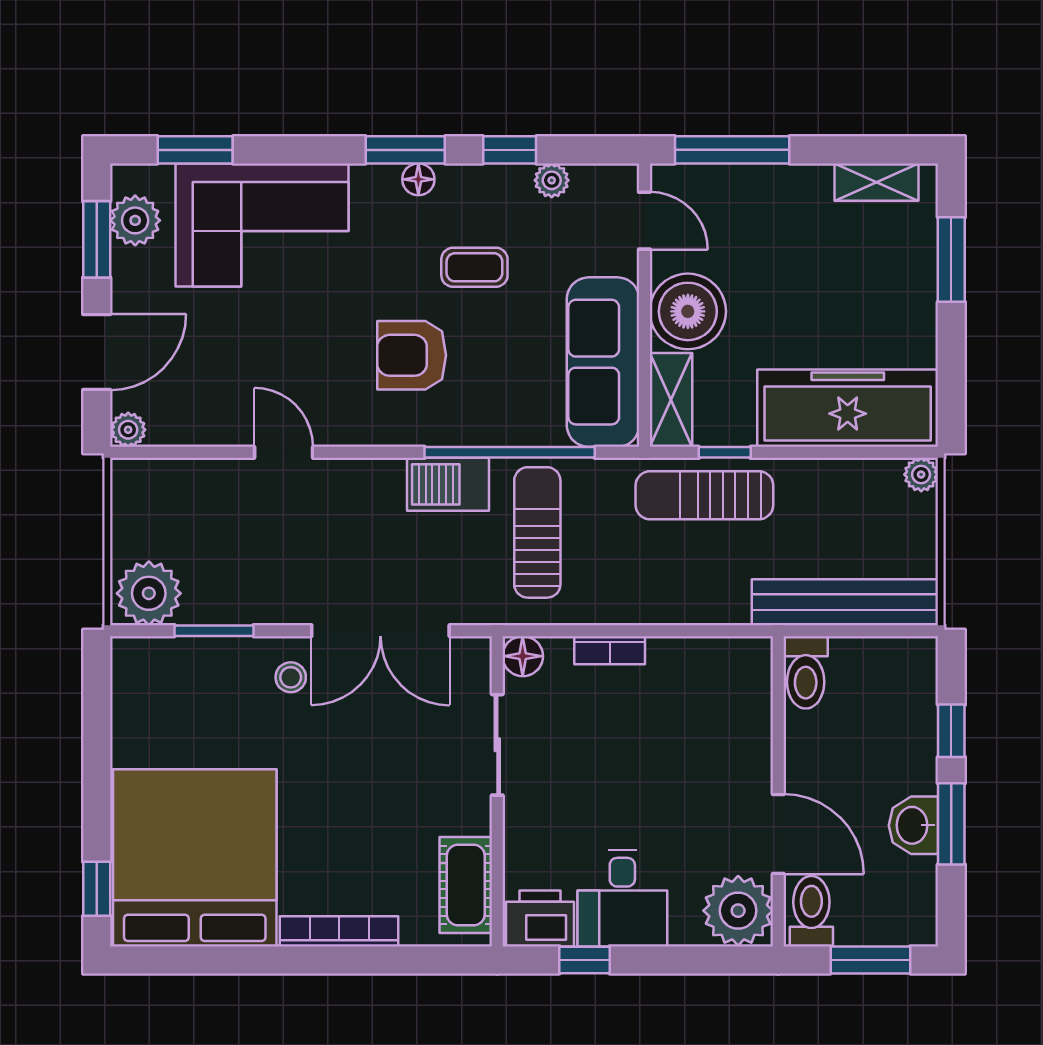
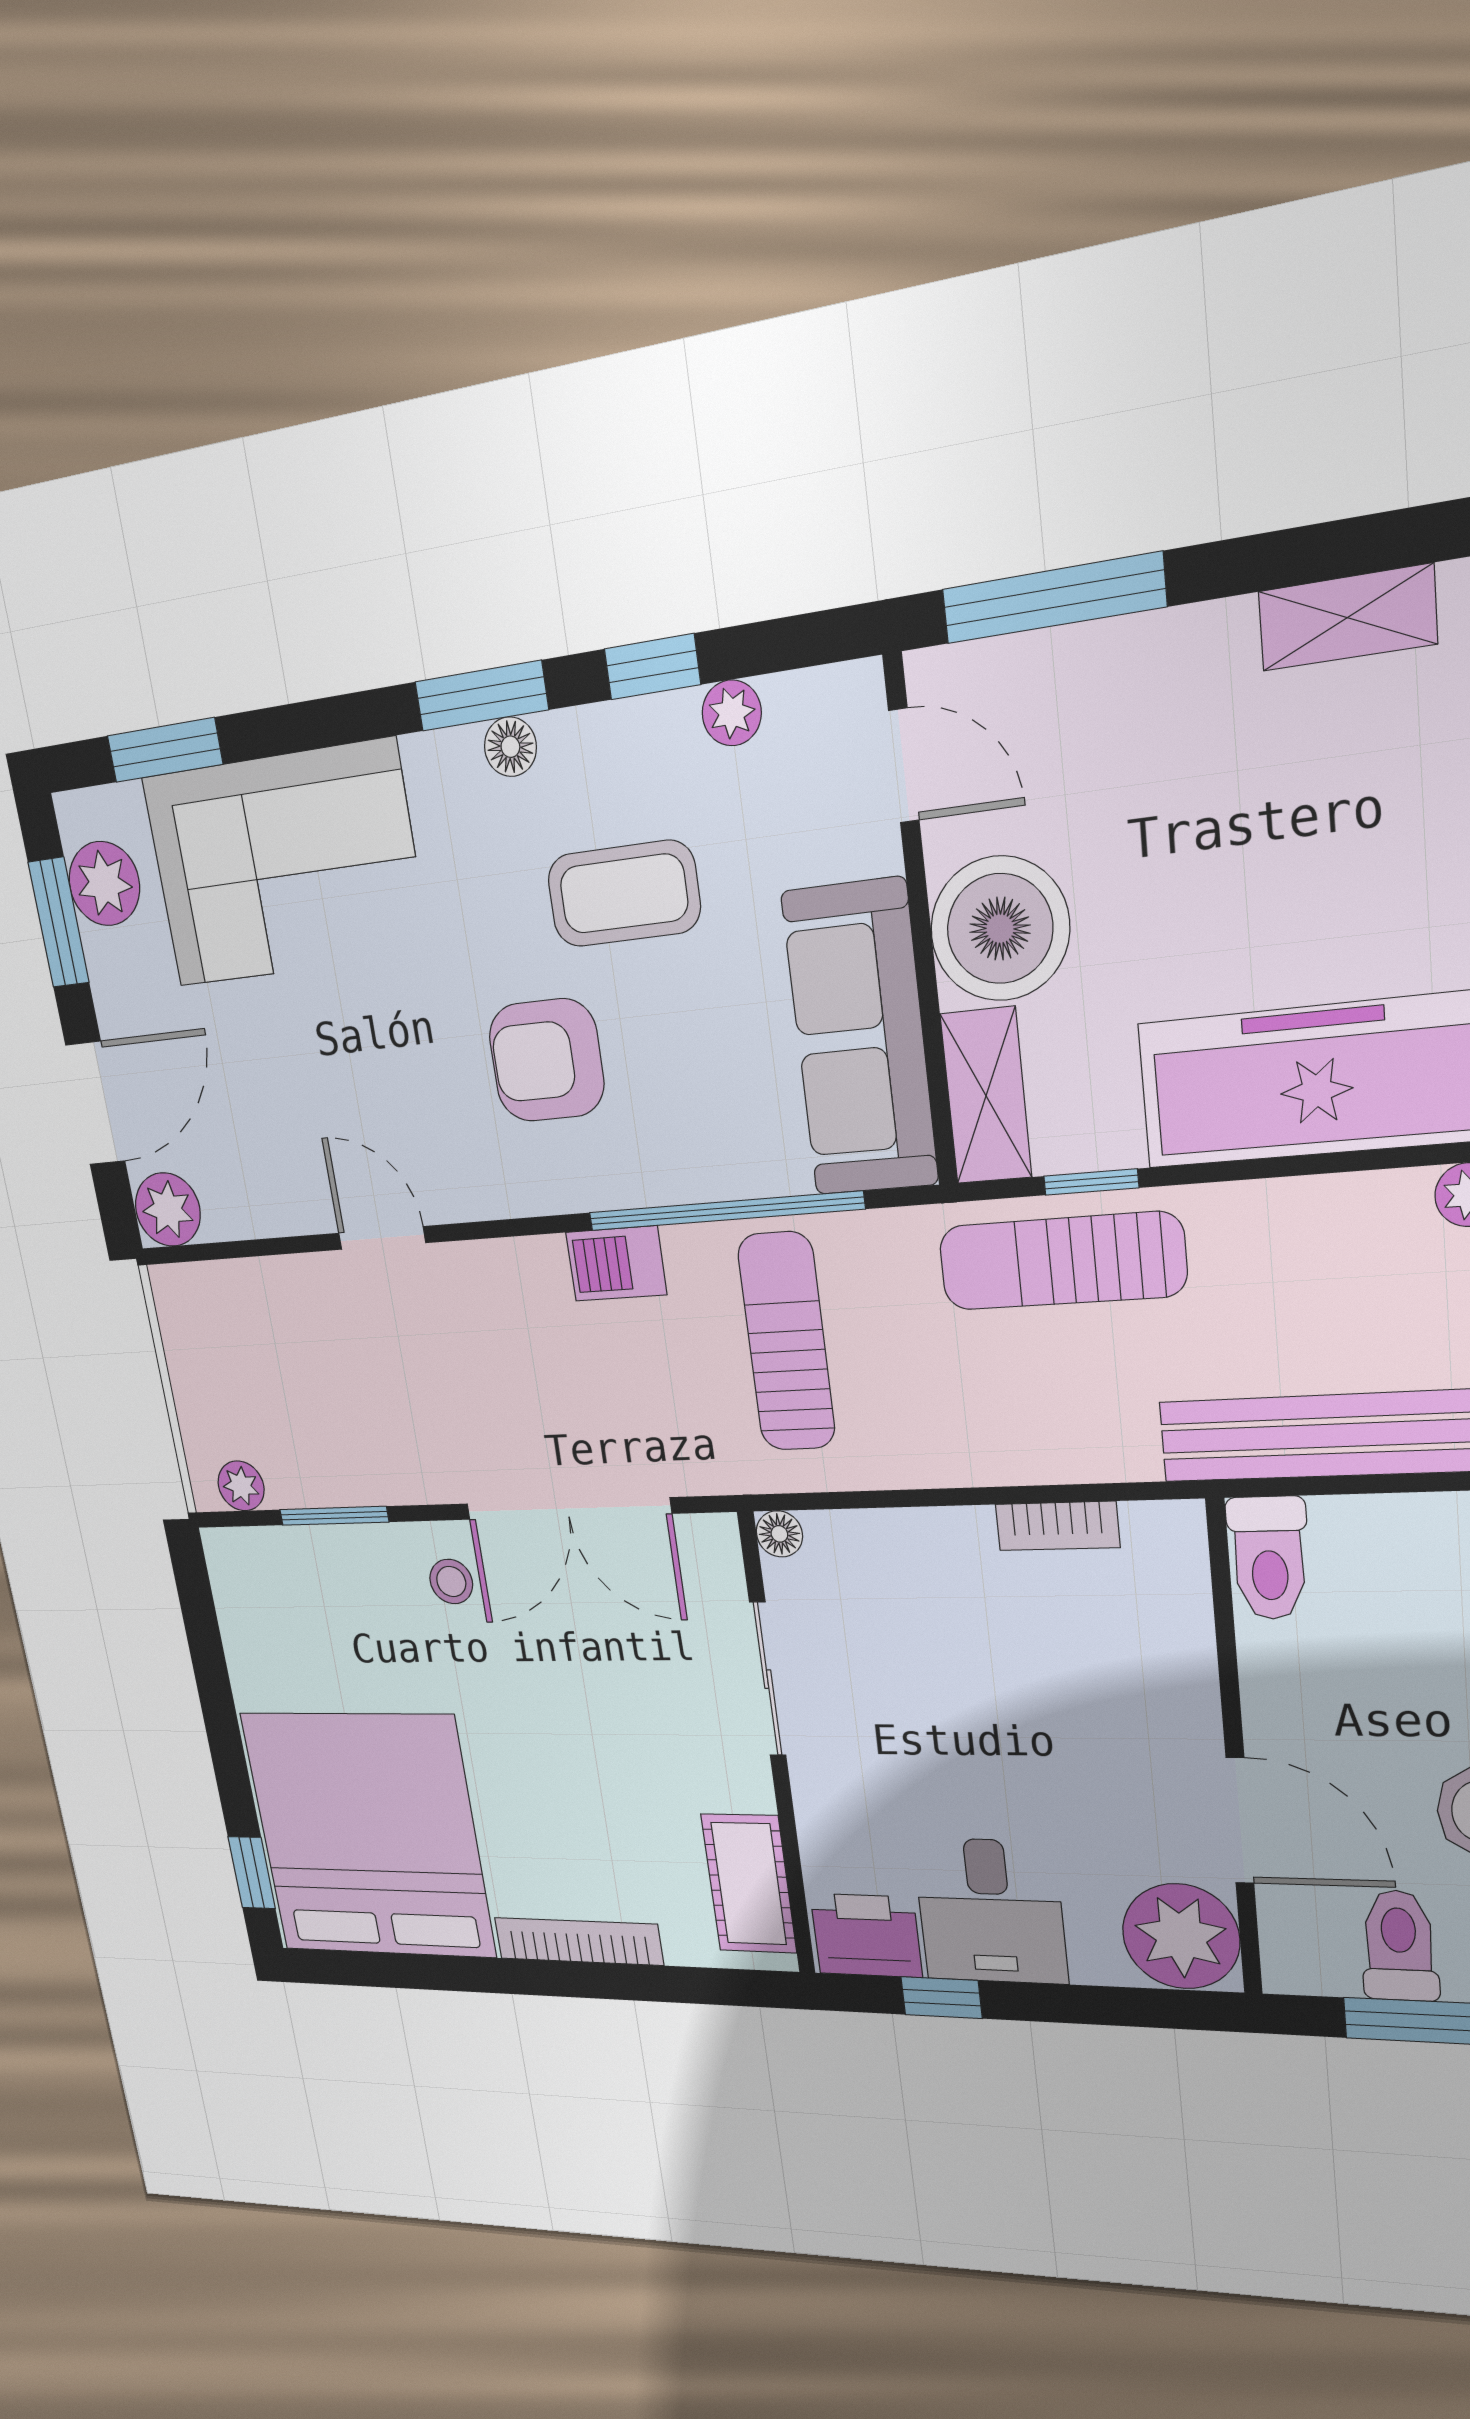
coffee table: (474, 267) -> (624, 894), width x1.36, depth x1.30
plant: (128, 430) -> (168, 1210), width x1.38, depth x1.38
barbecue: (448, 484) -> (616, 1264), width x0.73, depth x0.79
plant: (149, 593) -> (241, 1486), width x0.53, depth x0.53
bookcase: (610, 650) -> (1057, 1526), moved
floor lamp: (523, 656) -> (779, 1534), width x0.73, depth x0.73
toilet: (811, 911) -> (1399, 1946), moved

